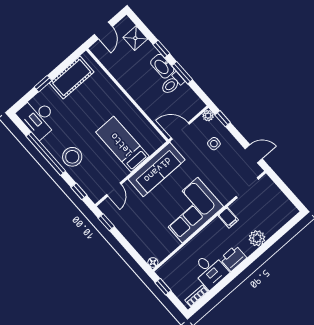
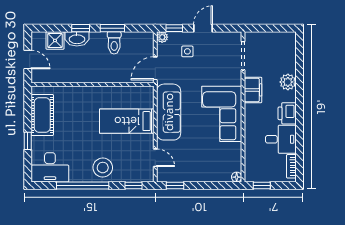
washbasin: (162, 66) -> (77, 39), moved
door: (254, 154) -> (203, 28), moved
filing cabinet: (228, 218) -> (253, 90), width x2.00

